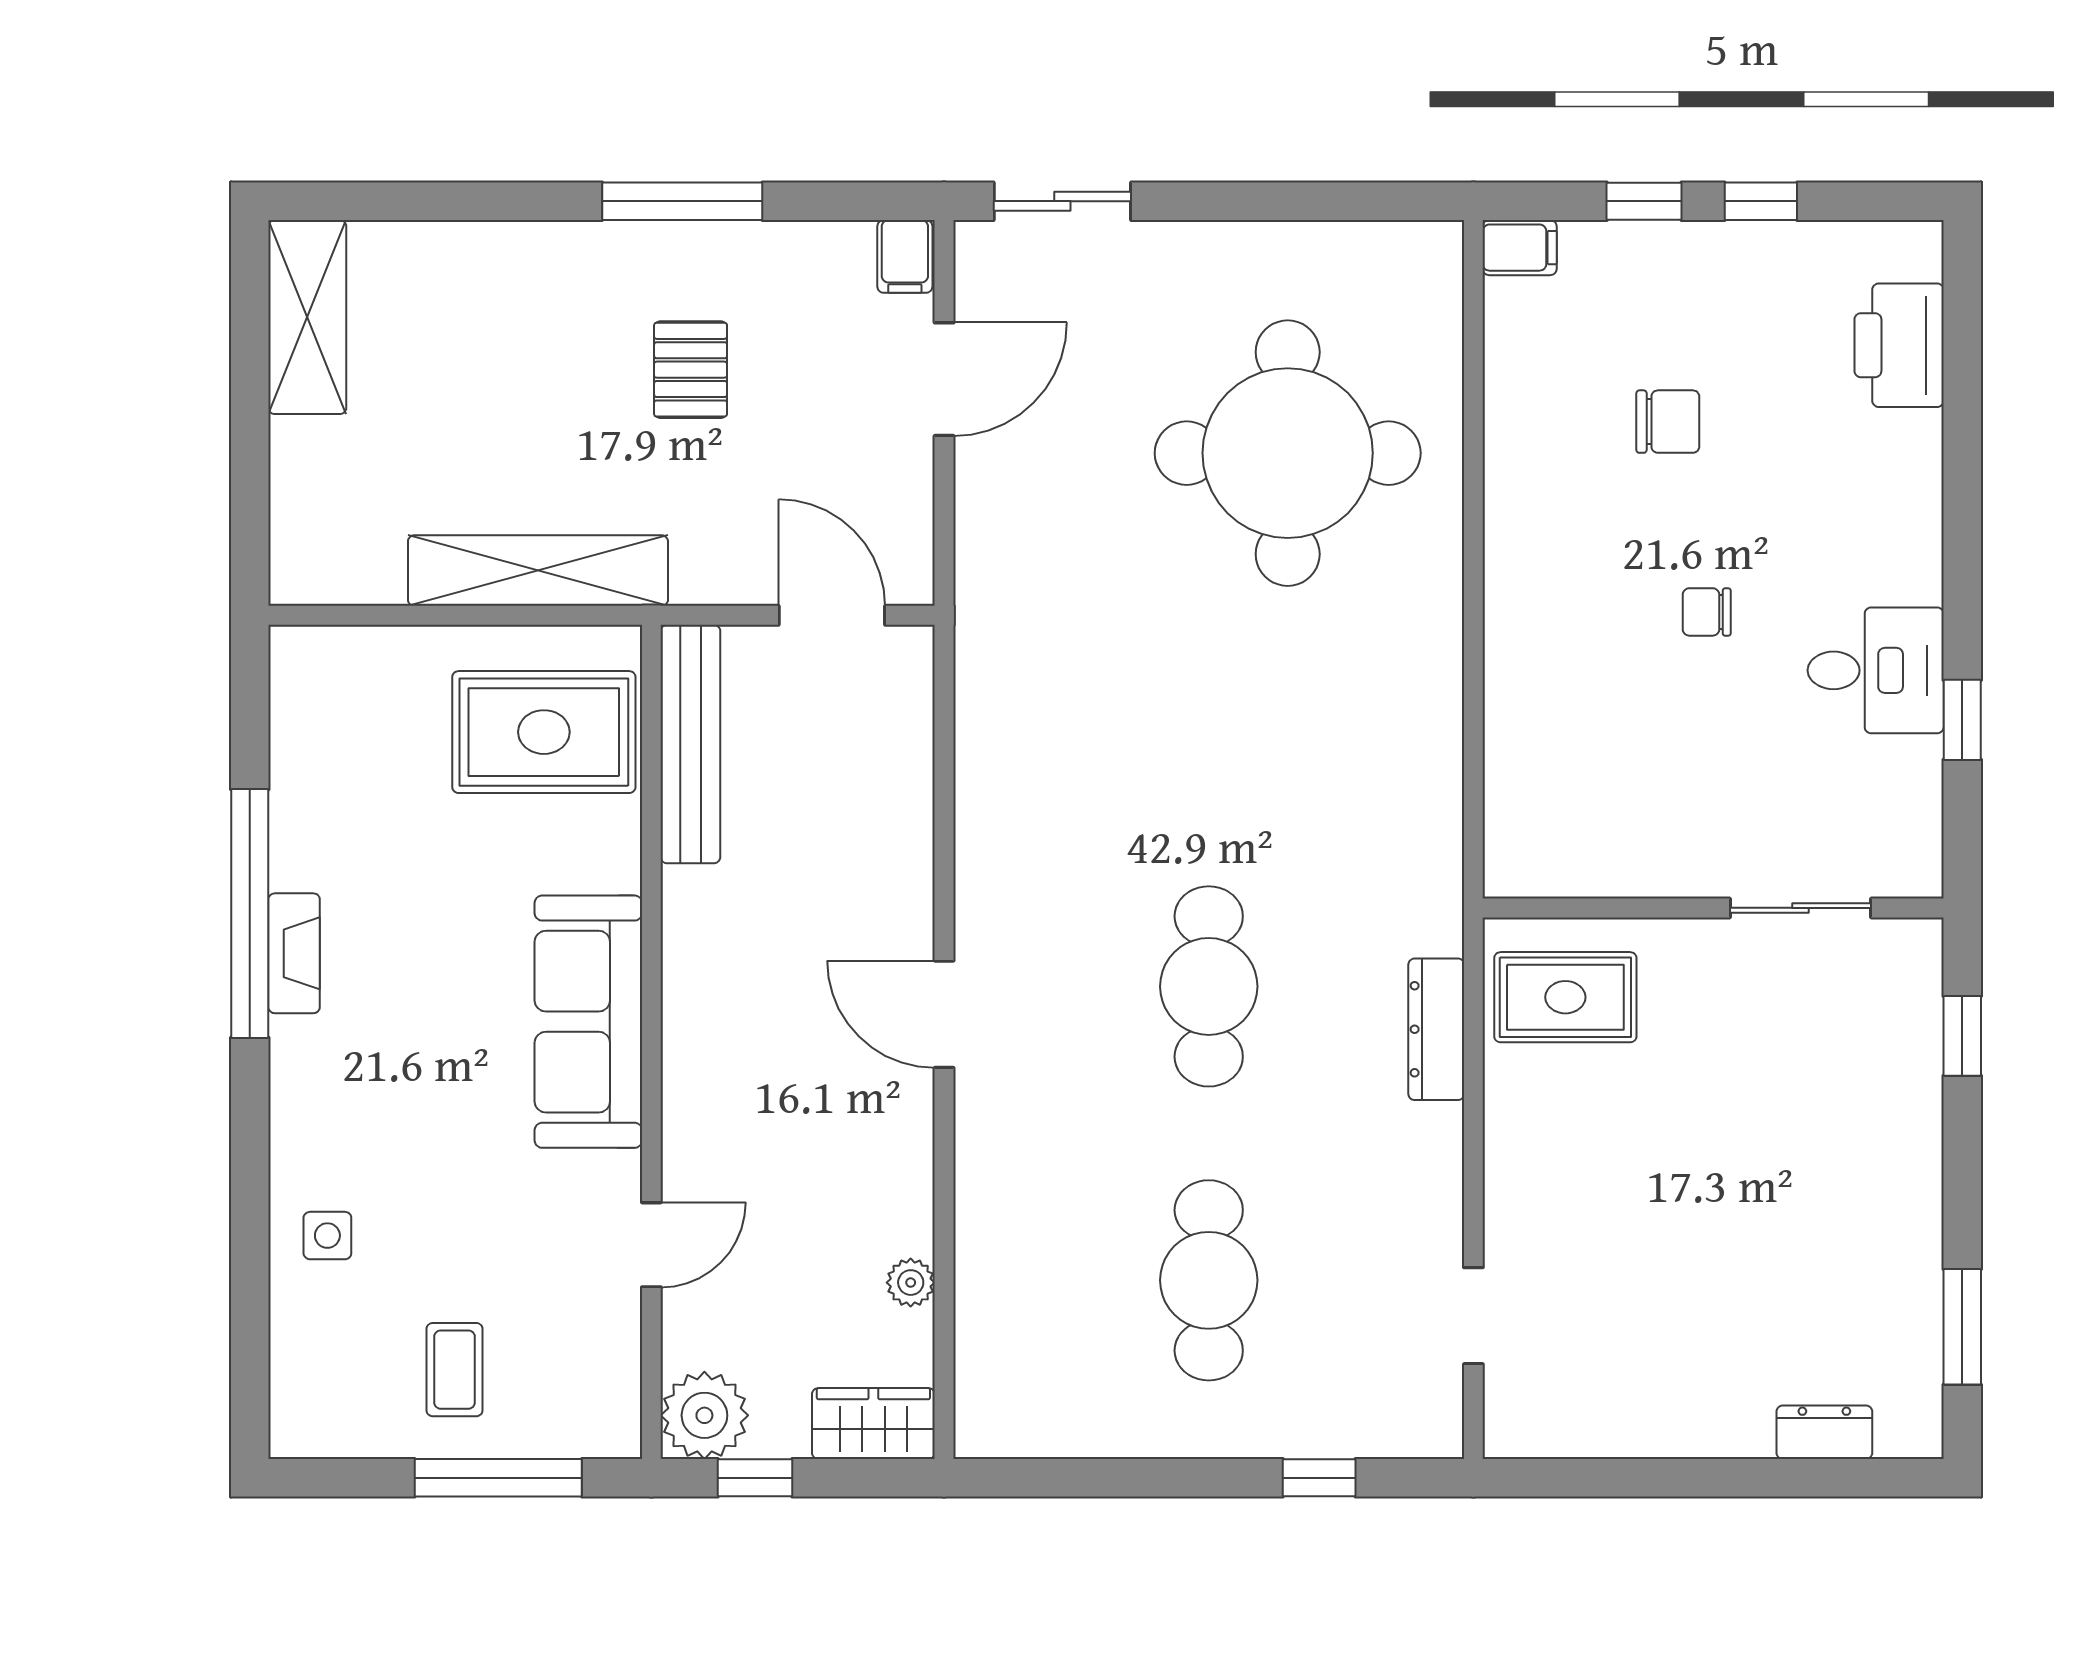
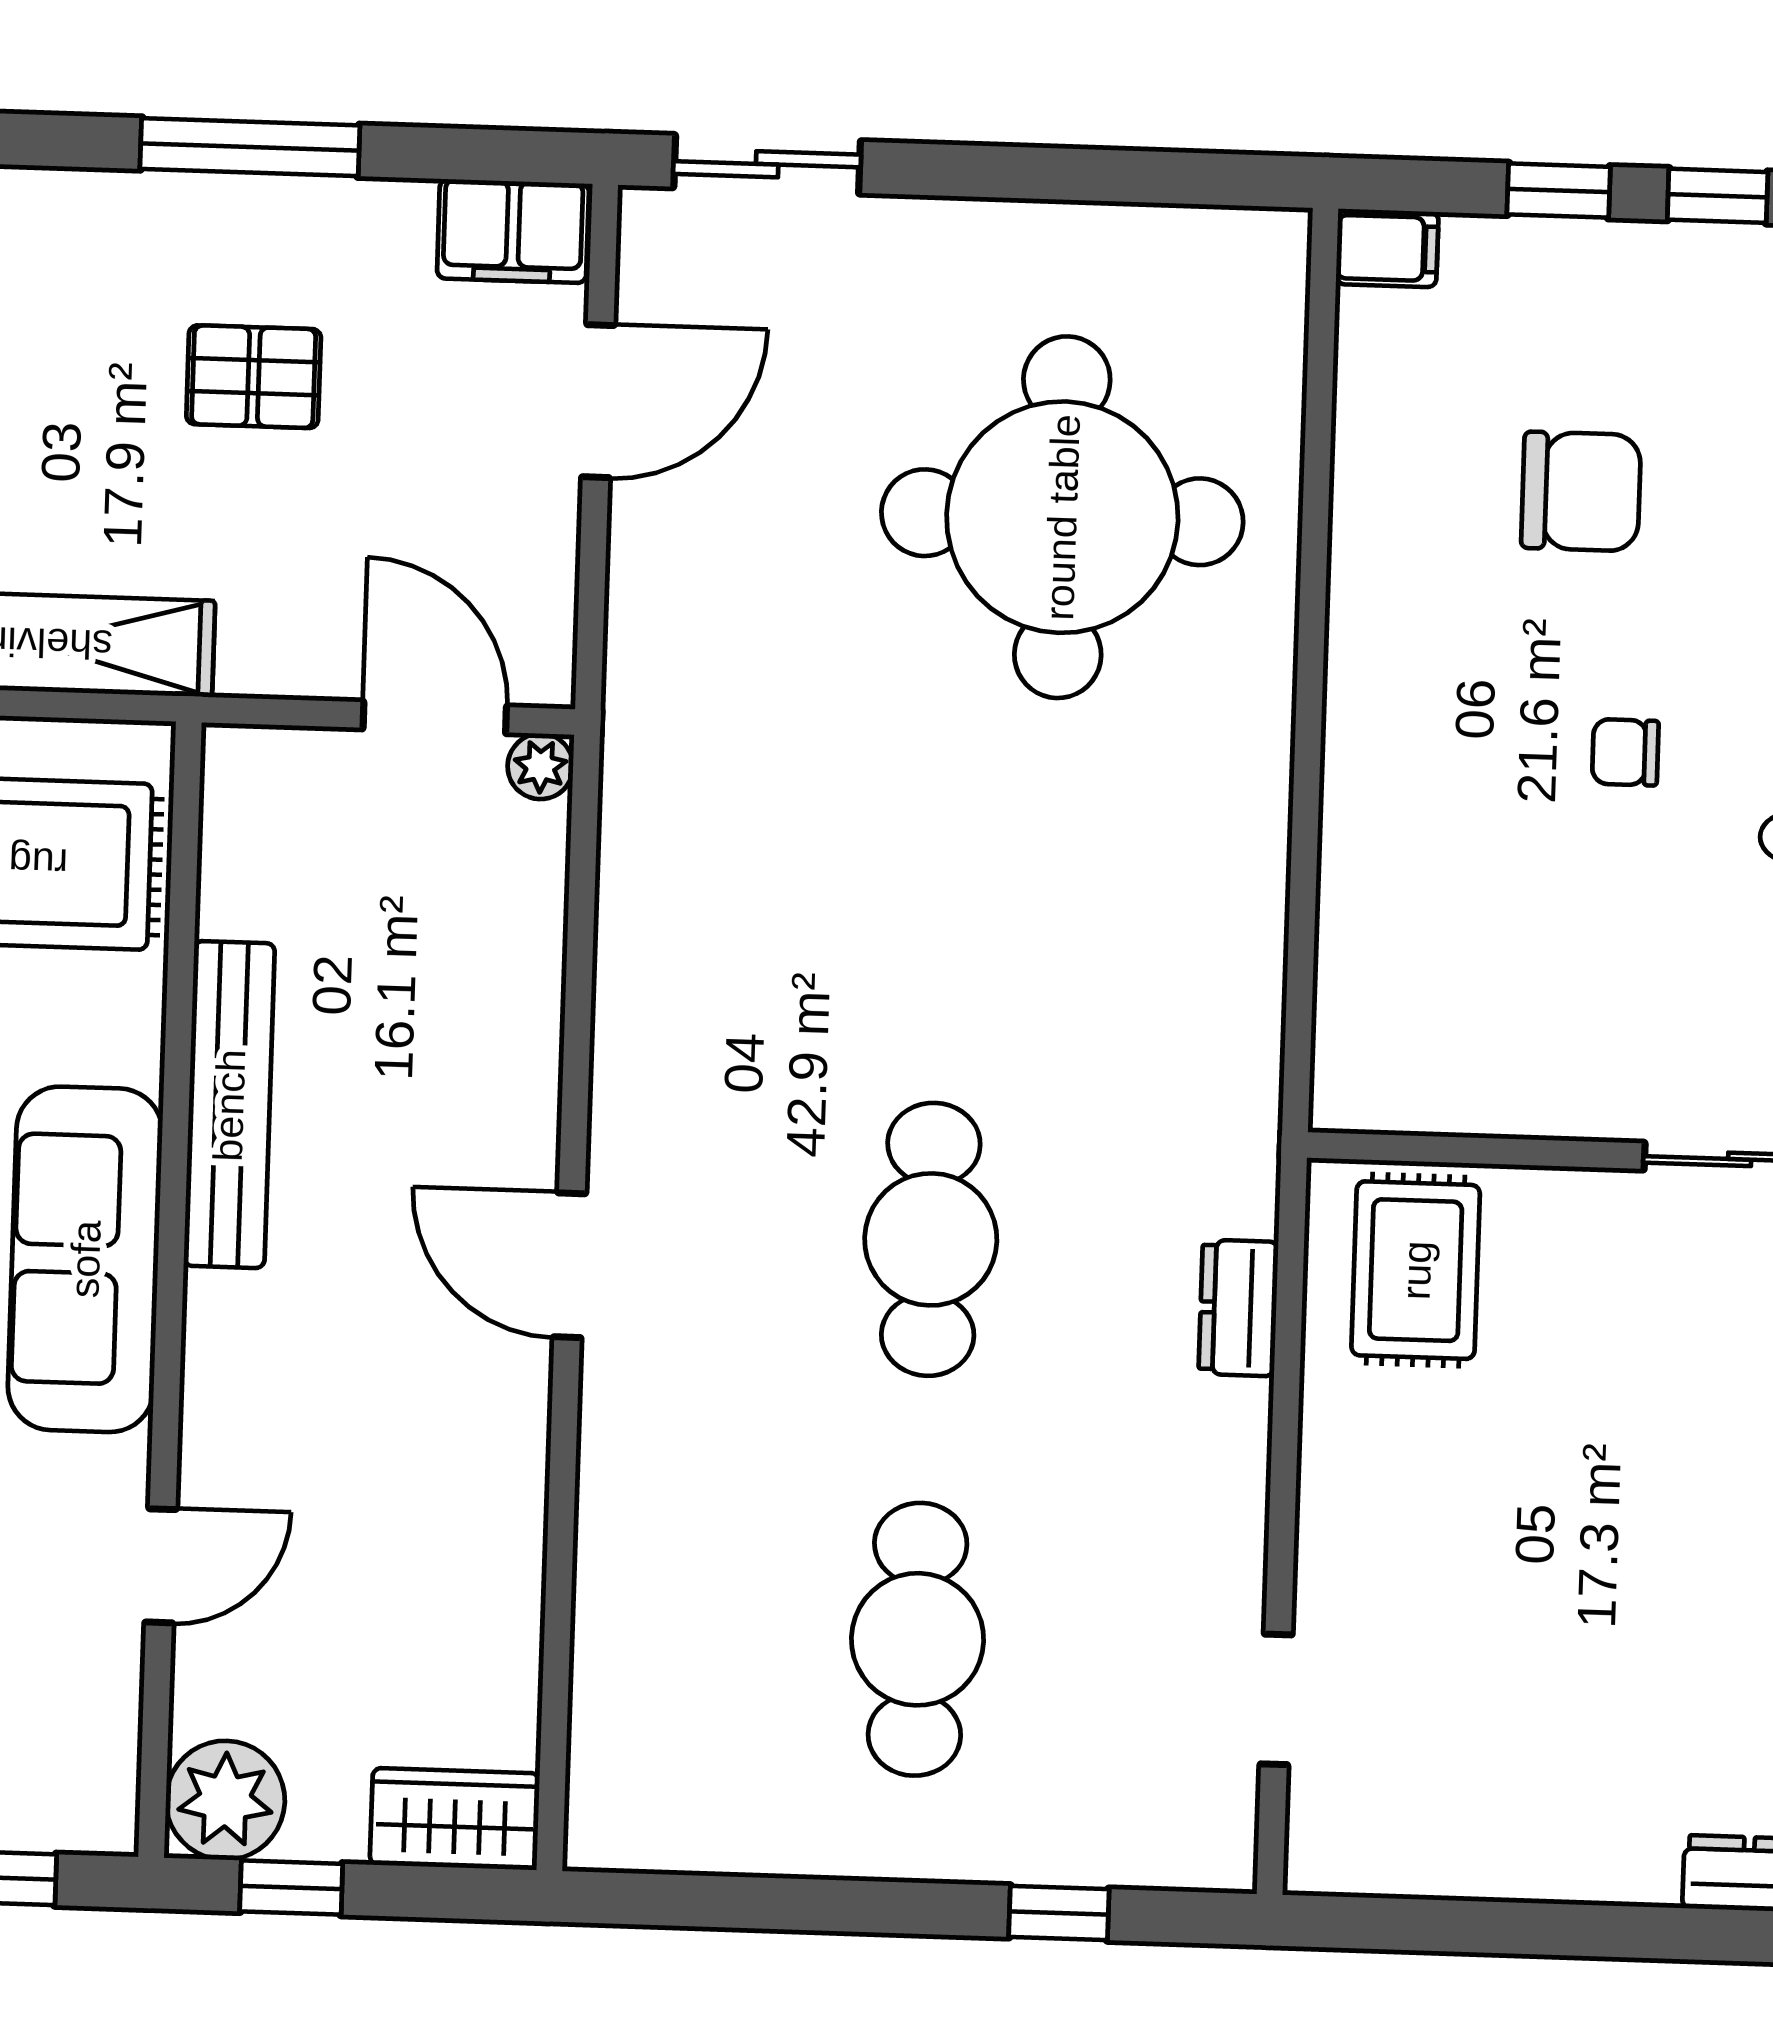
filing cabinet: (905, 256) -> (513, 231), width x2.00
pallet: (691, 370) -> (254, 377), turned 90
chair: (1668, 422) -> (1581, 491), width x1.37, depth x1.37
bench: (690, 744) -> (229, 1105), moved
rug: (1565, 997) -> (1416, 1270), turned 90
dresser: (1436, 1029) -> (1238, 1308), width x0.70
plant: (911, 1283) -> (540, 766), moved

